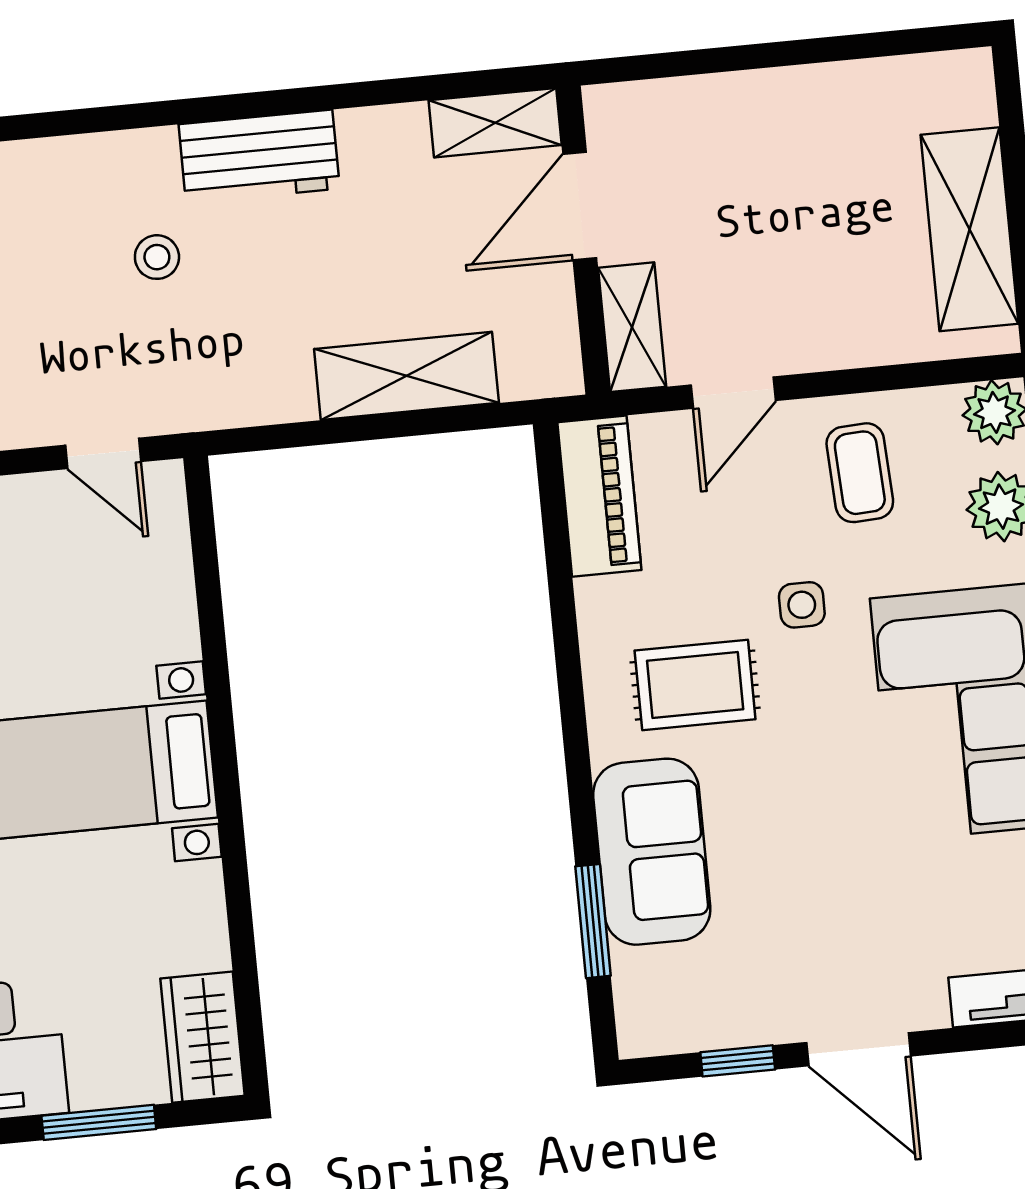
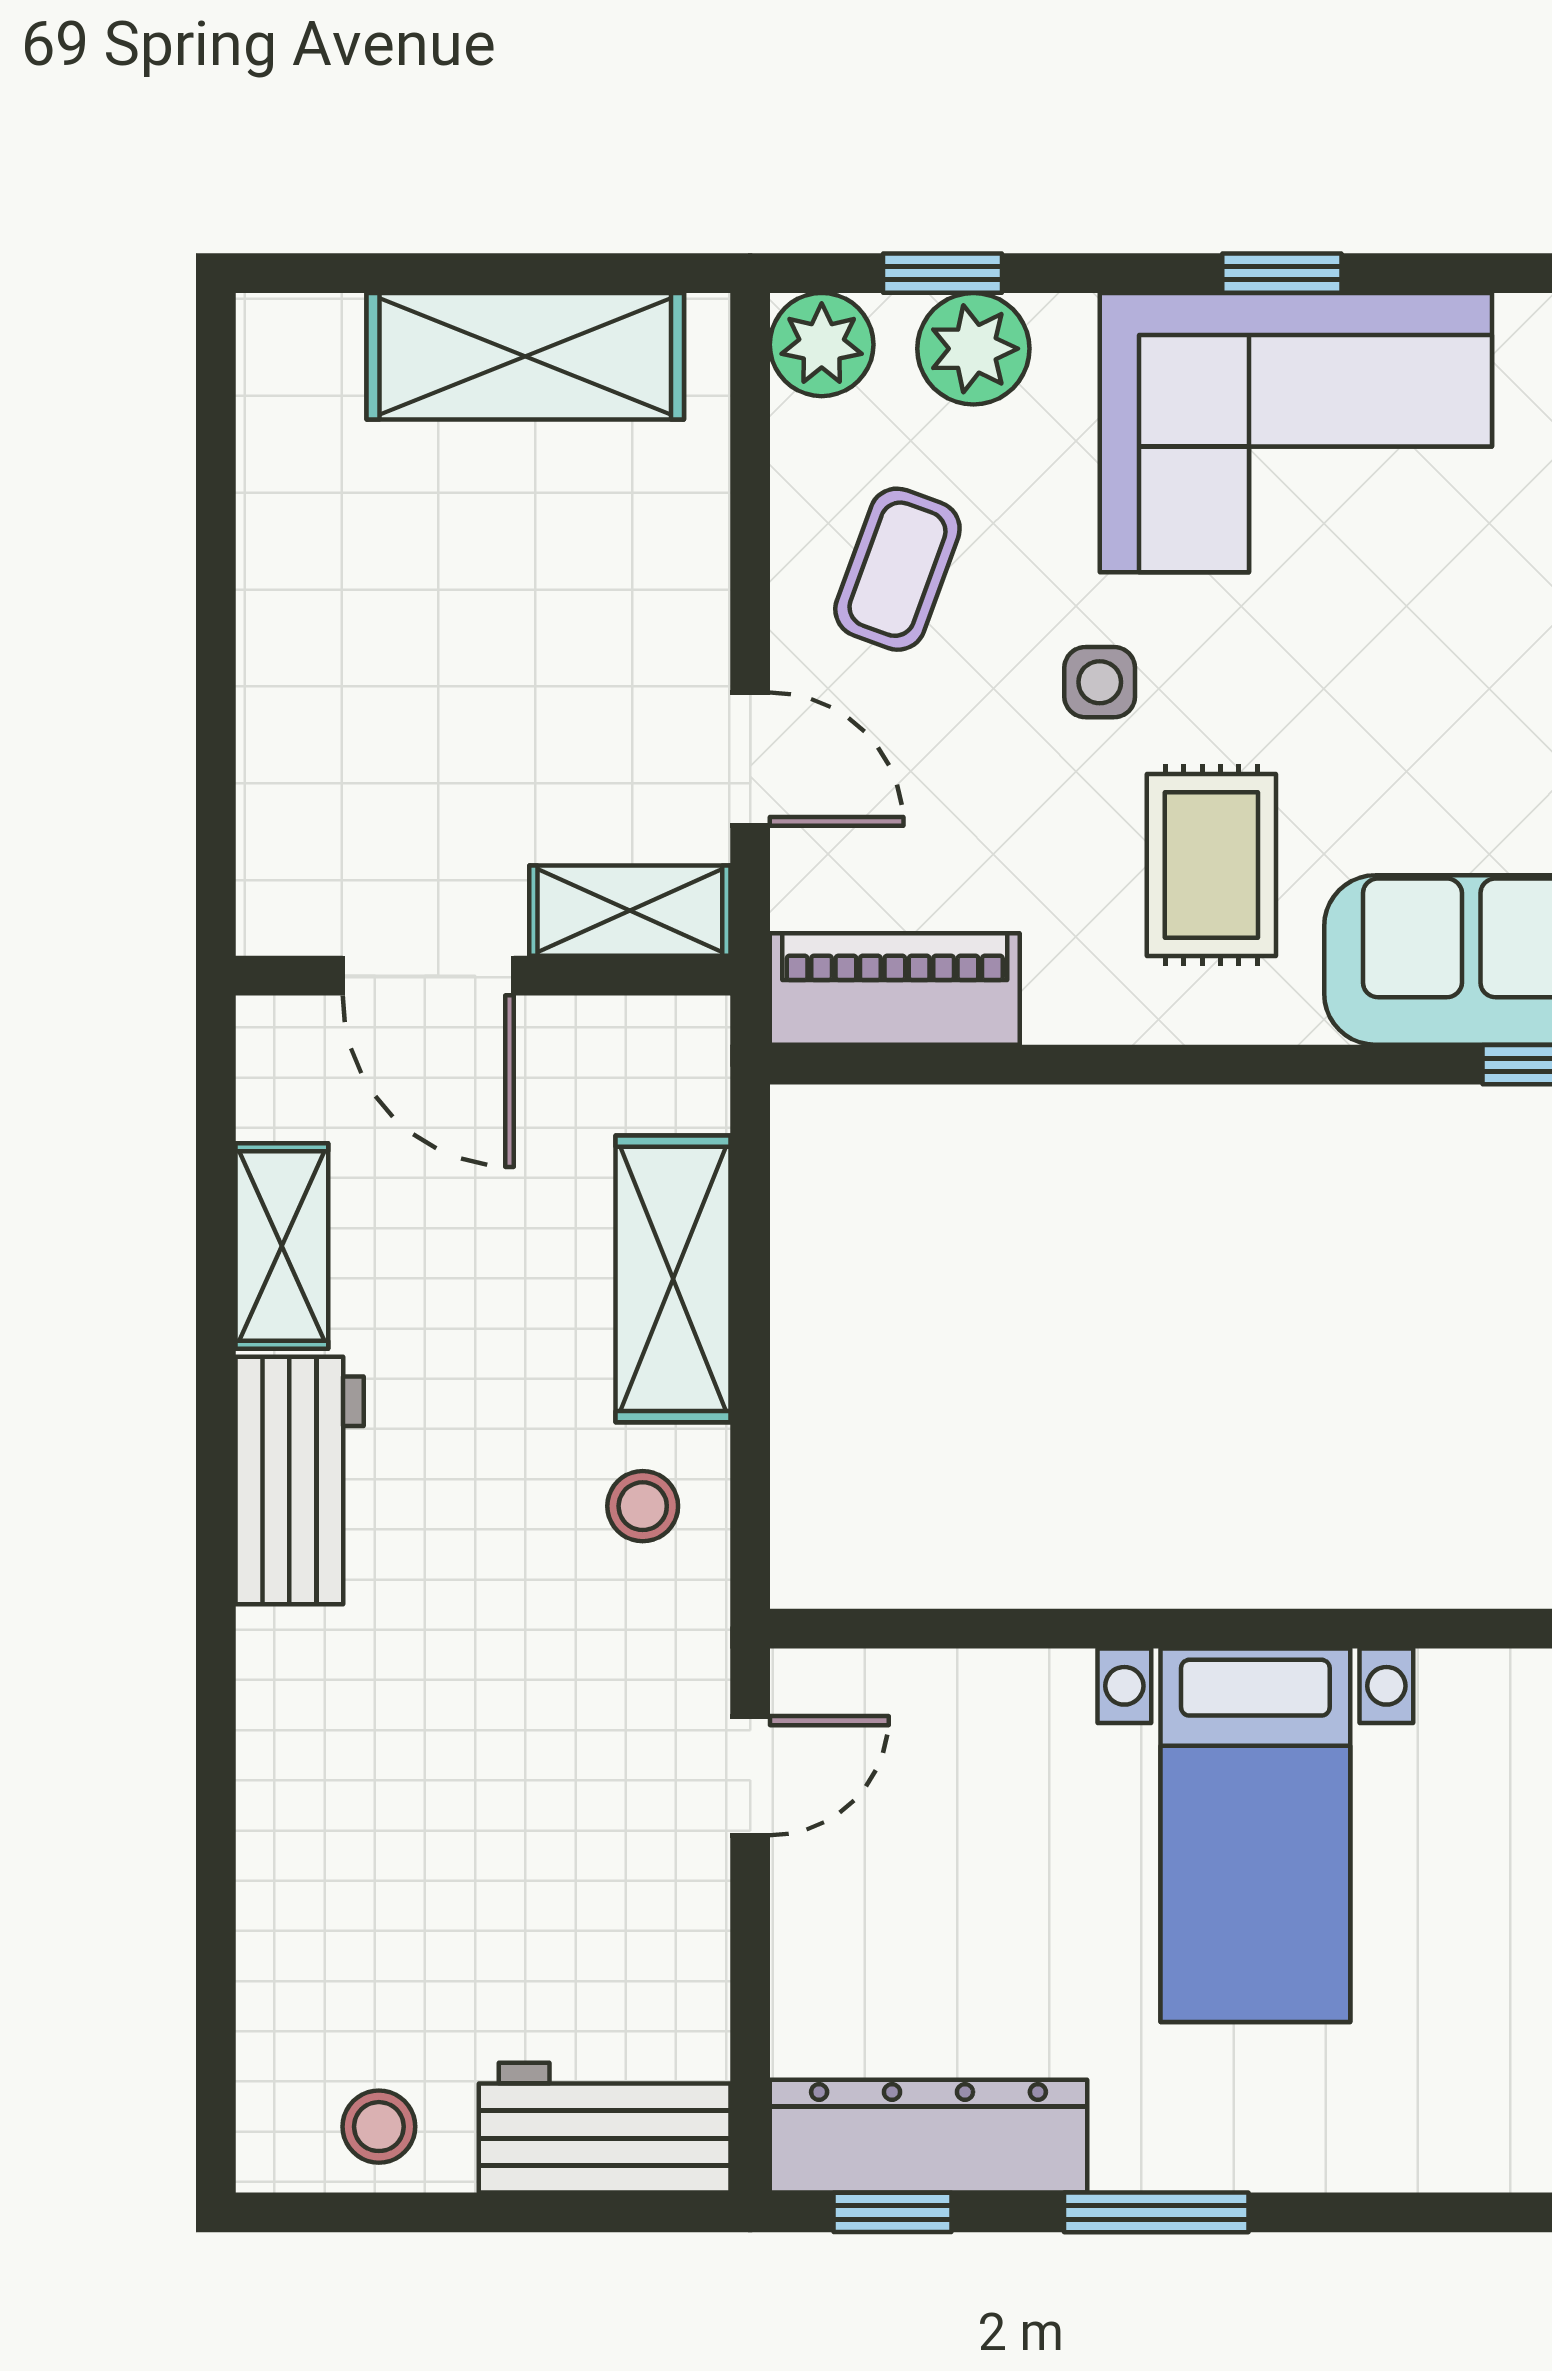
shelving: (495, 123) -> (282, 1246), moved
stool: (157, 257) -> (643, 1506), moved
coffee table: (860, 473) -> (897, 569), turned -67

